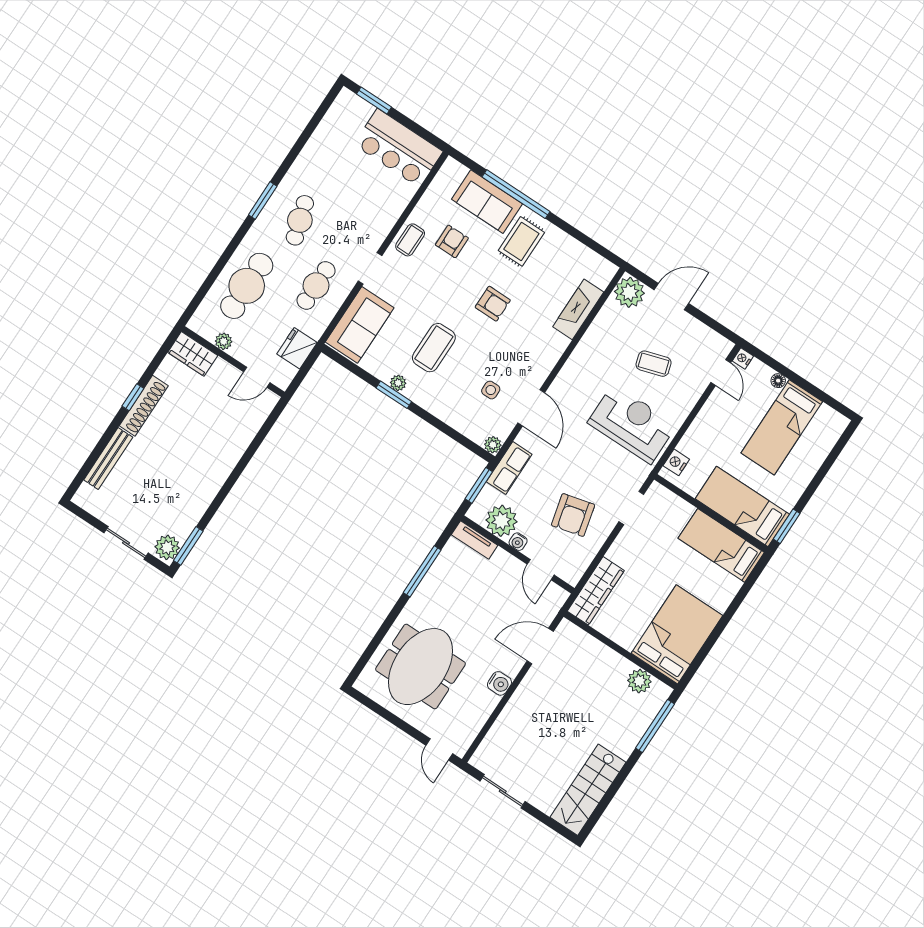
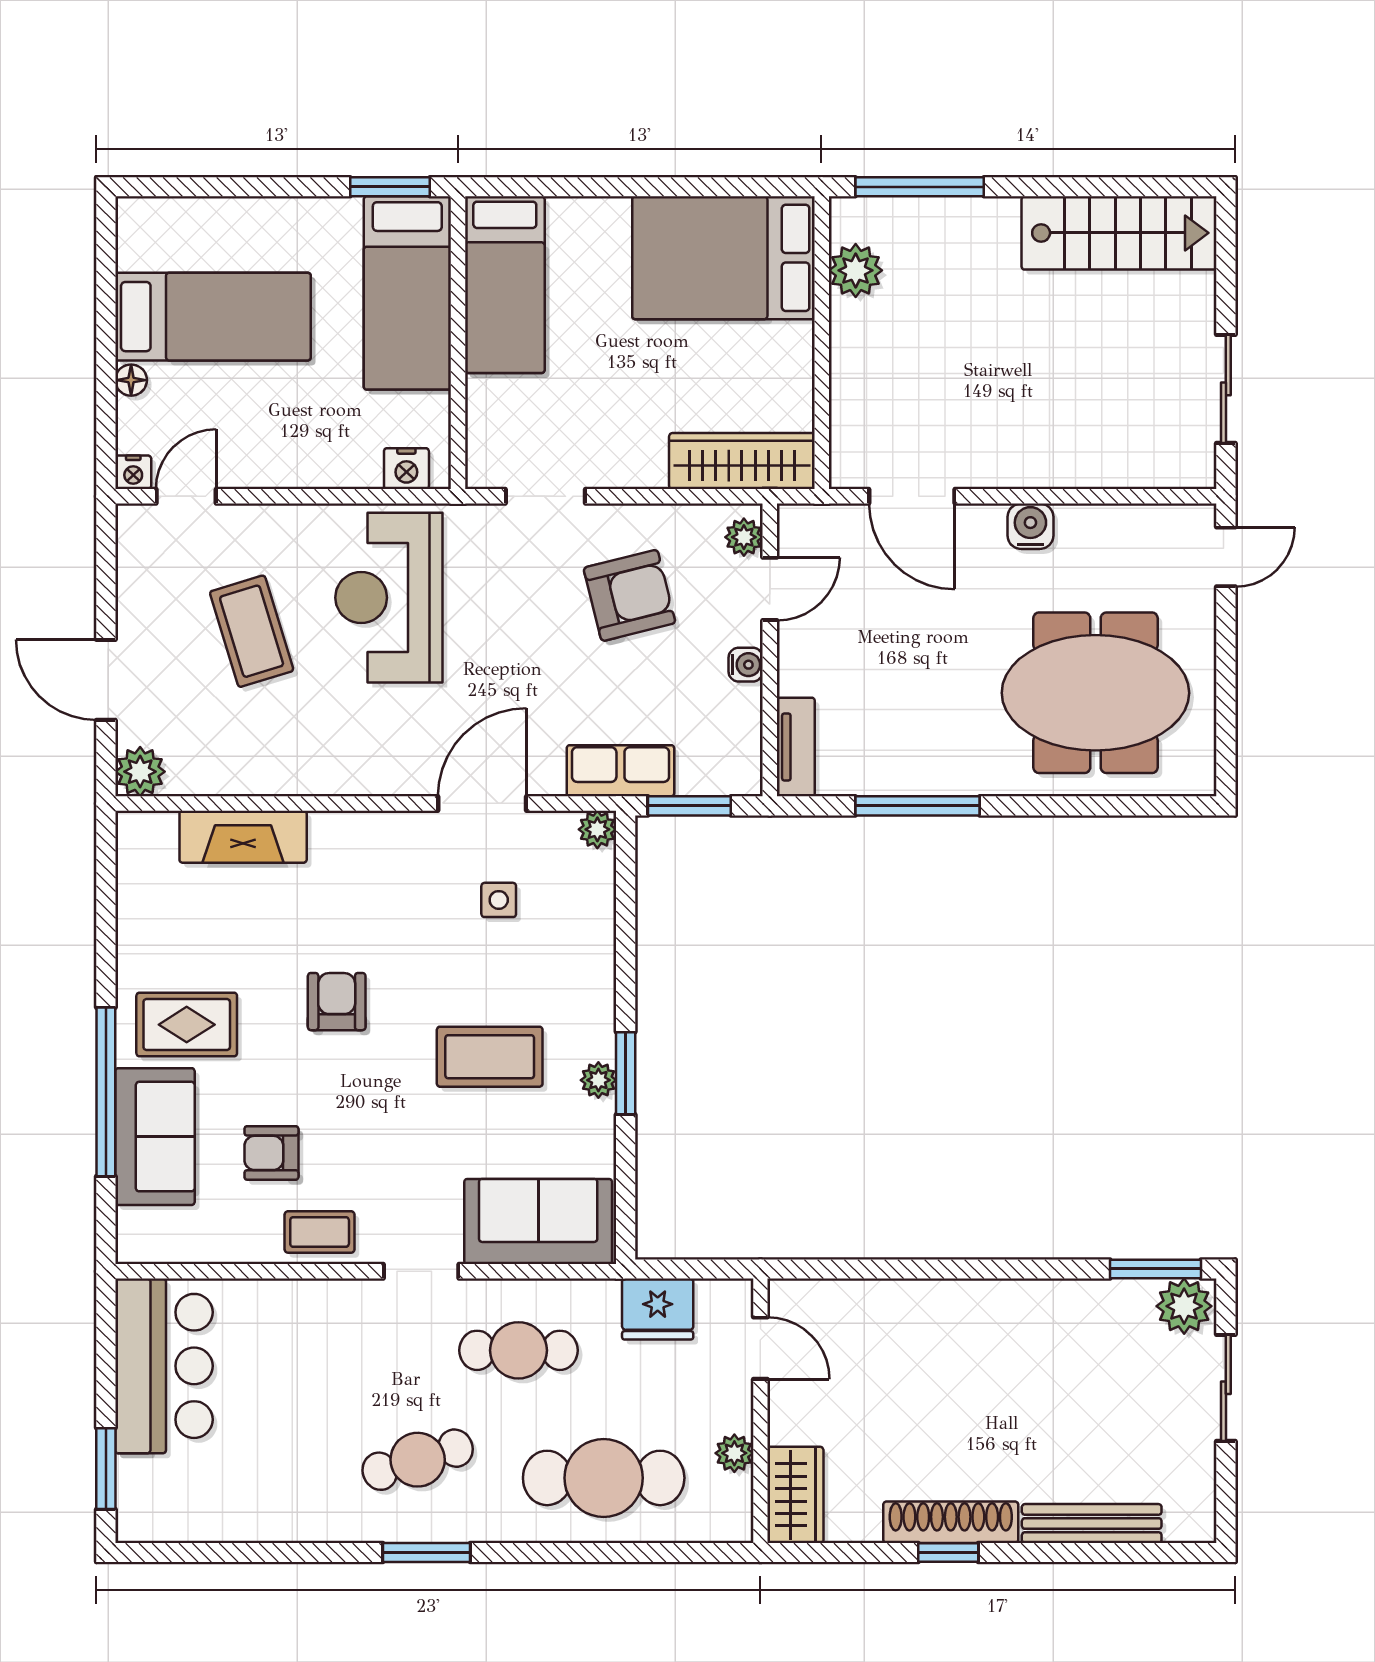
plant: (629, 292) -> (140, 772), width x0.73, depth x0.73
coffee table: (654, 364) -> (252, 631), width x1.36, depth x1.30
plant: (501, 521) -> (744, 537), moved, width x0.53, depth x0.53

